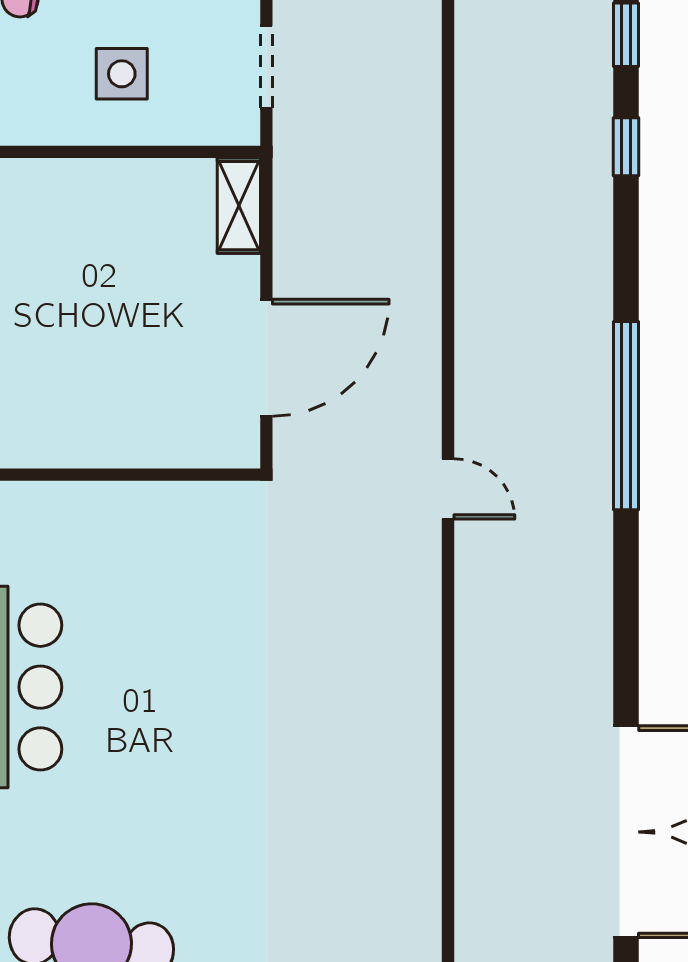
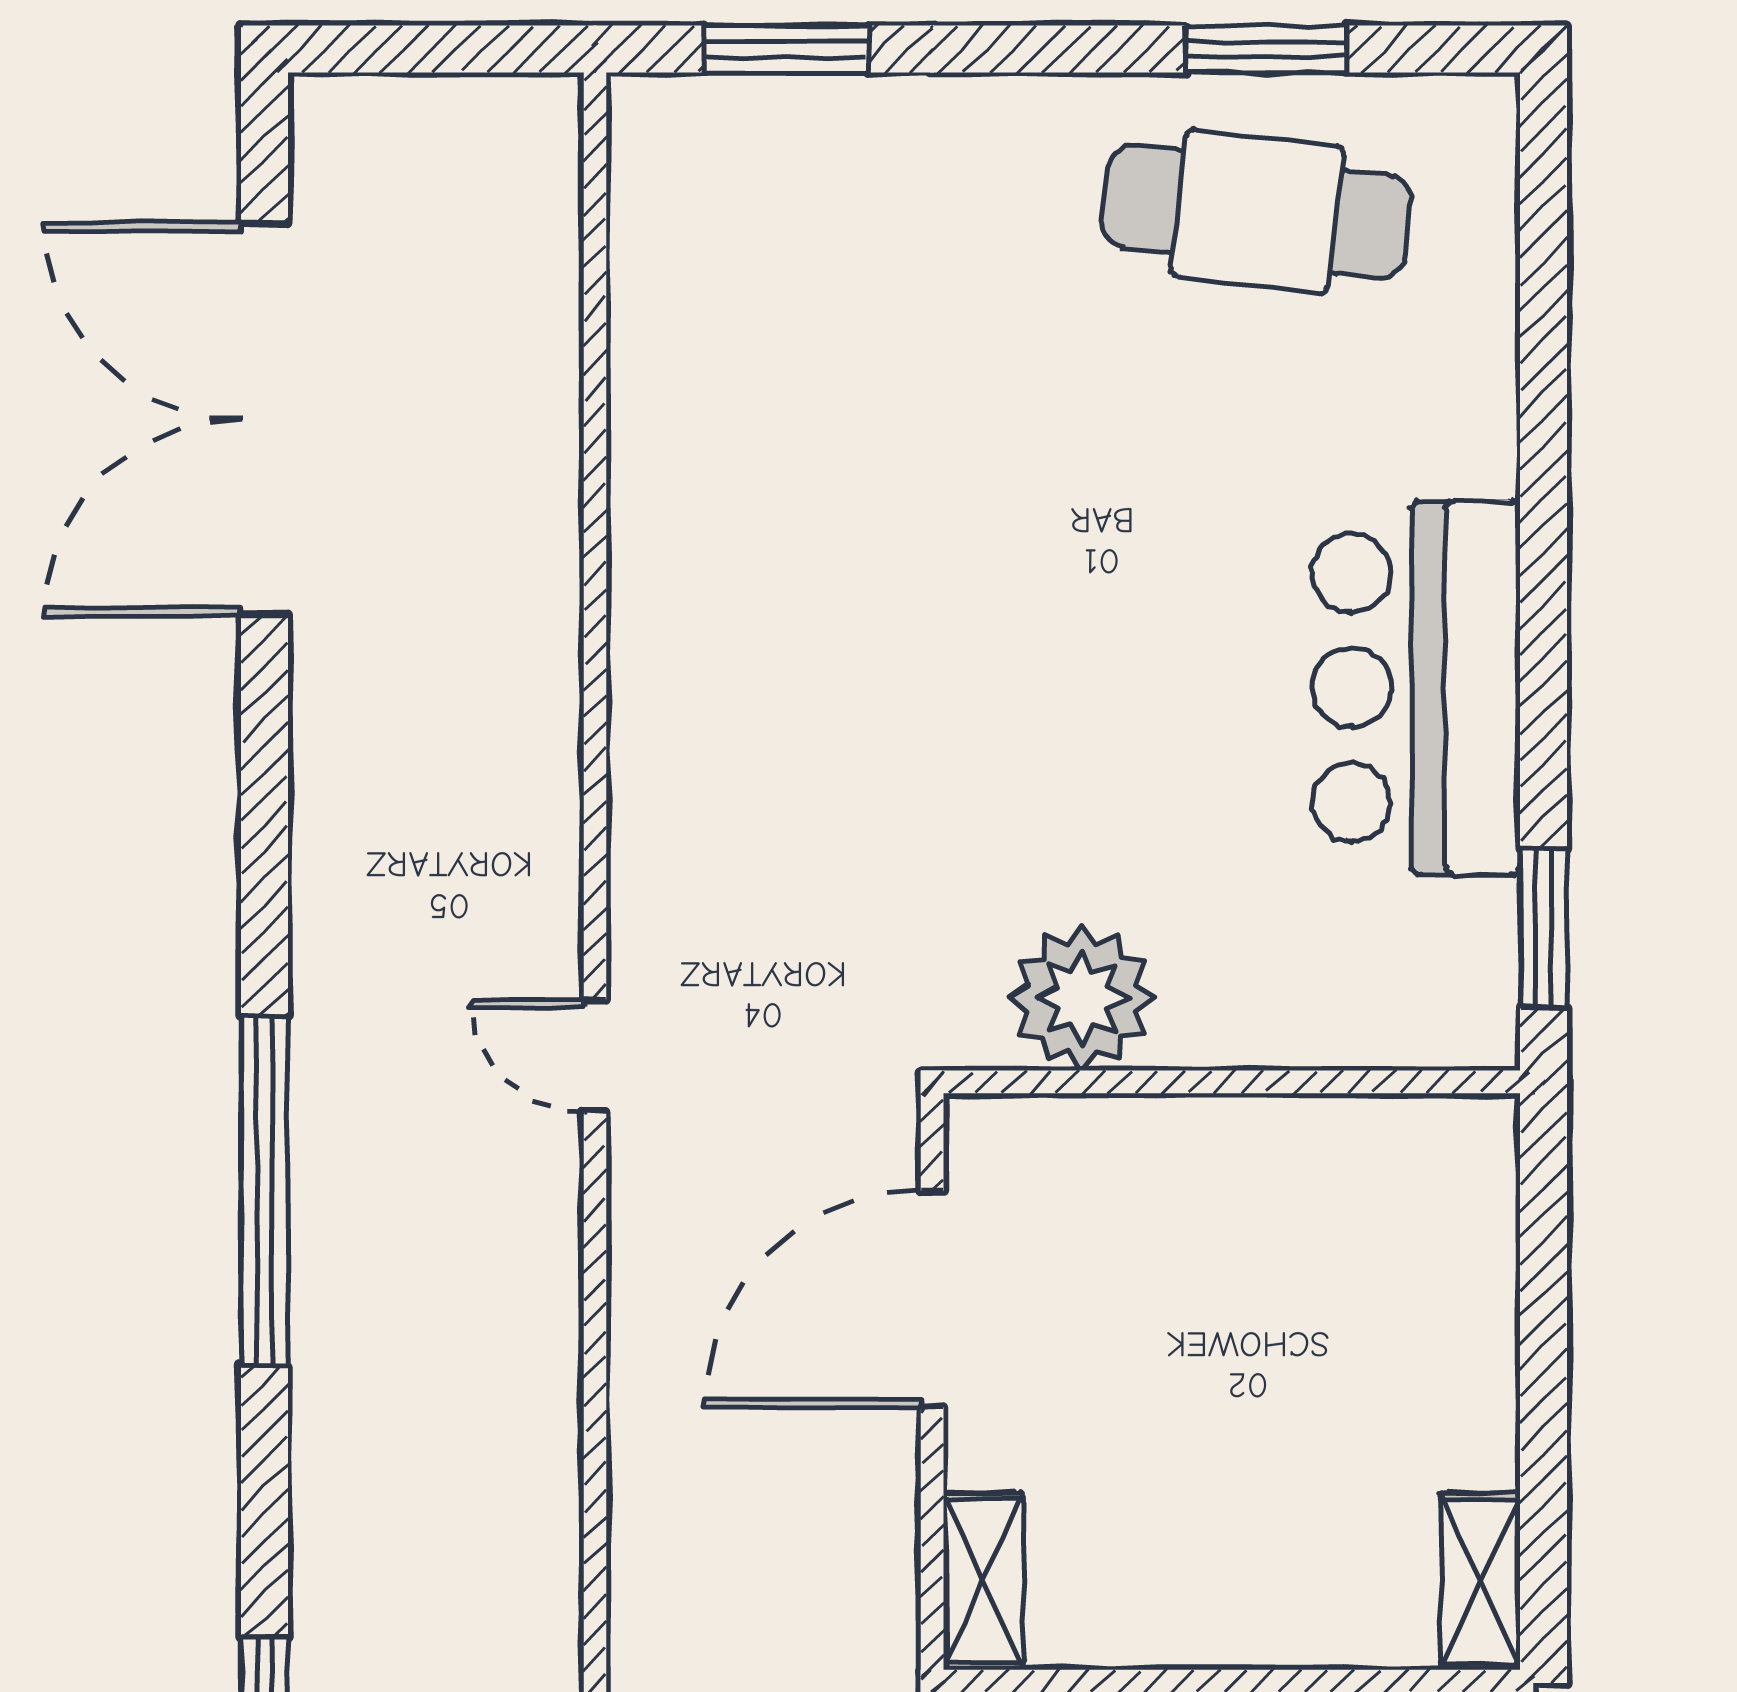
plant: (185, 520) -> (1082, 998), added

